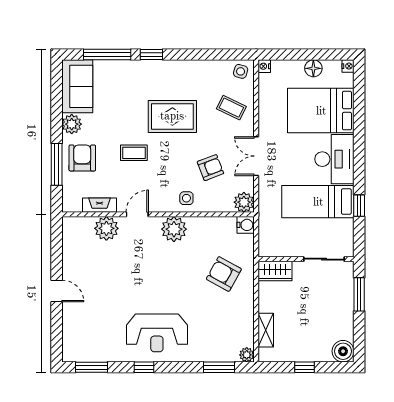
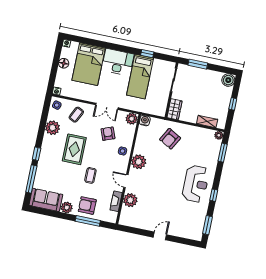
plant: (201, 72) -> (53, 128), added

